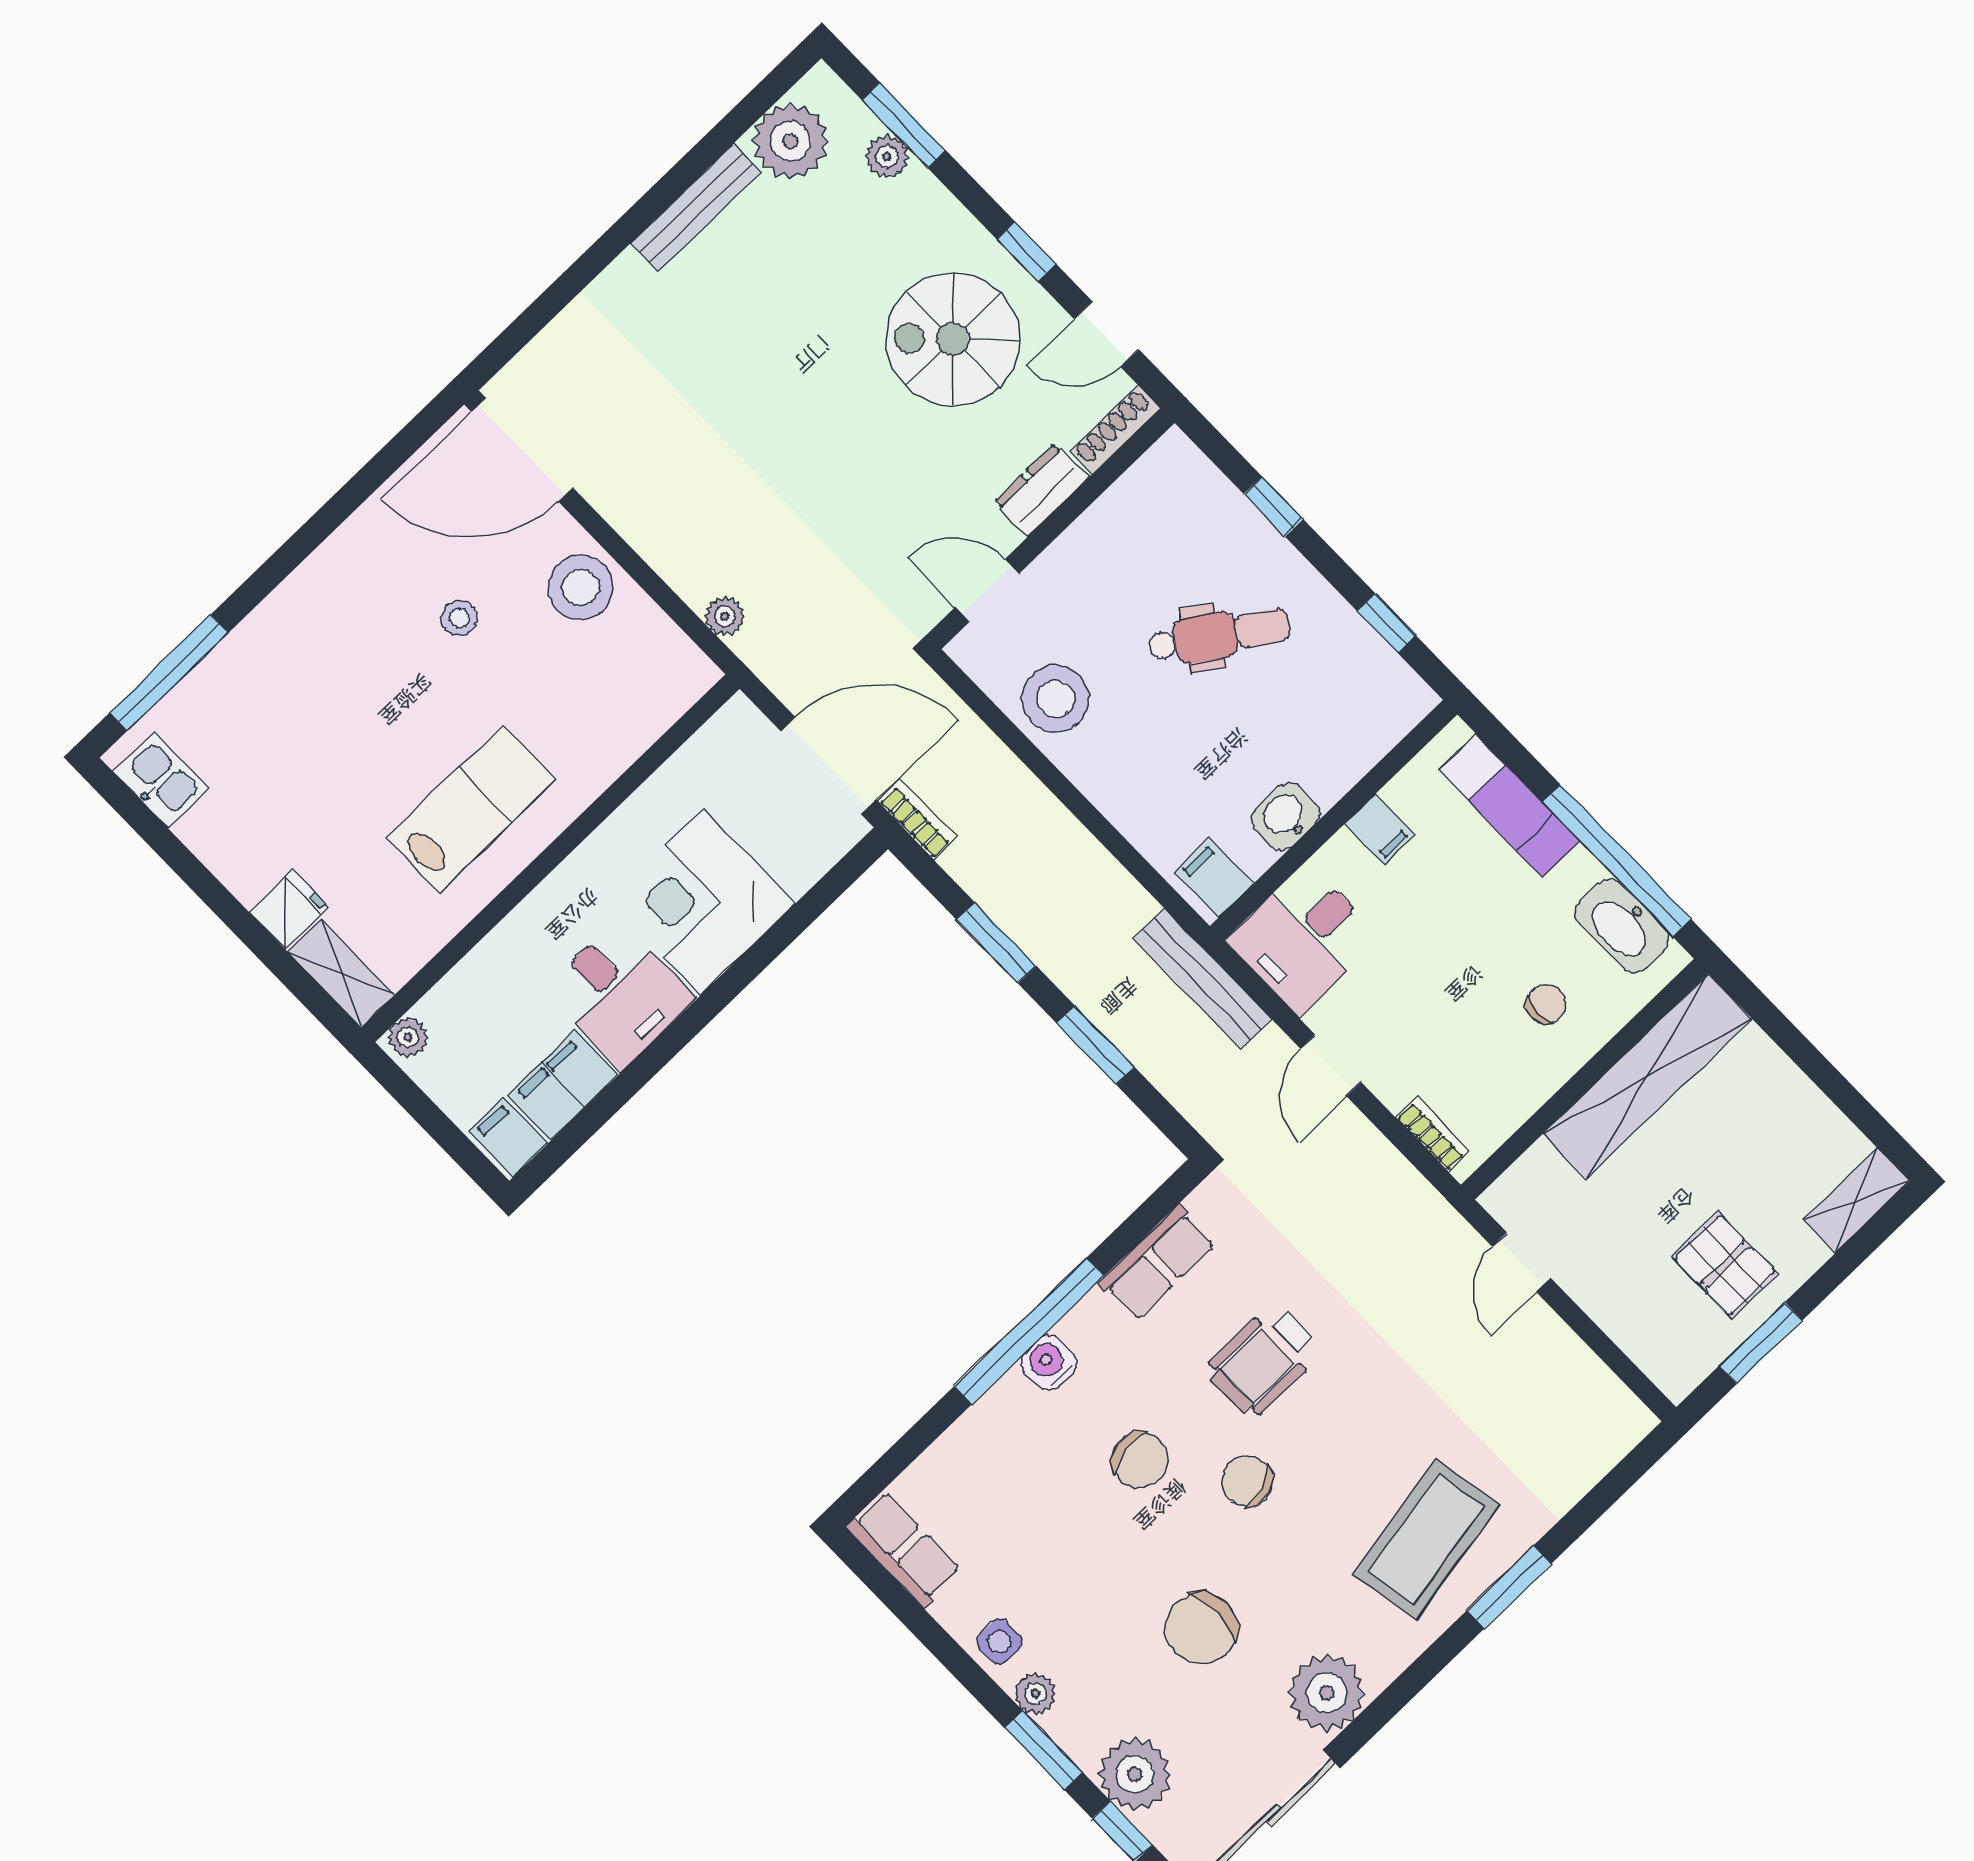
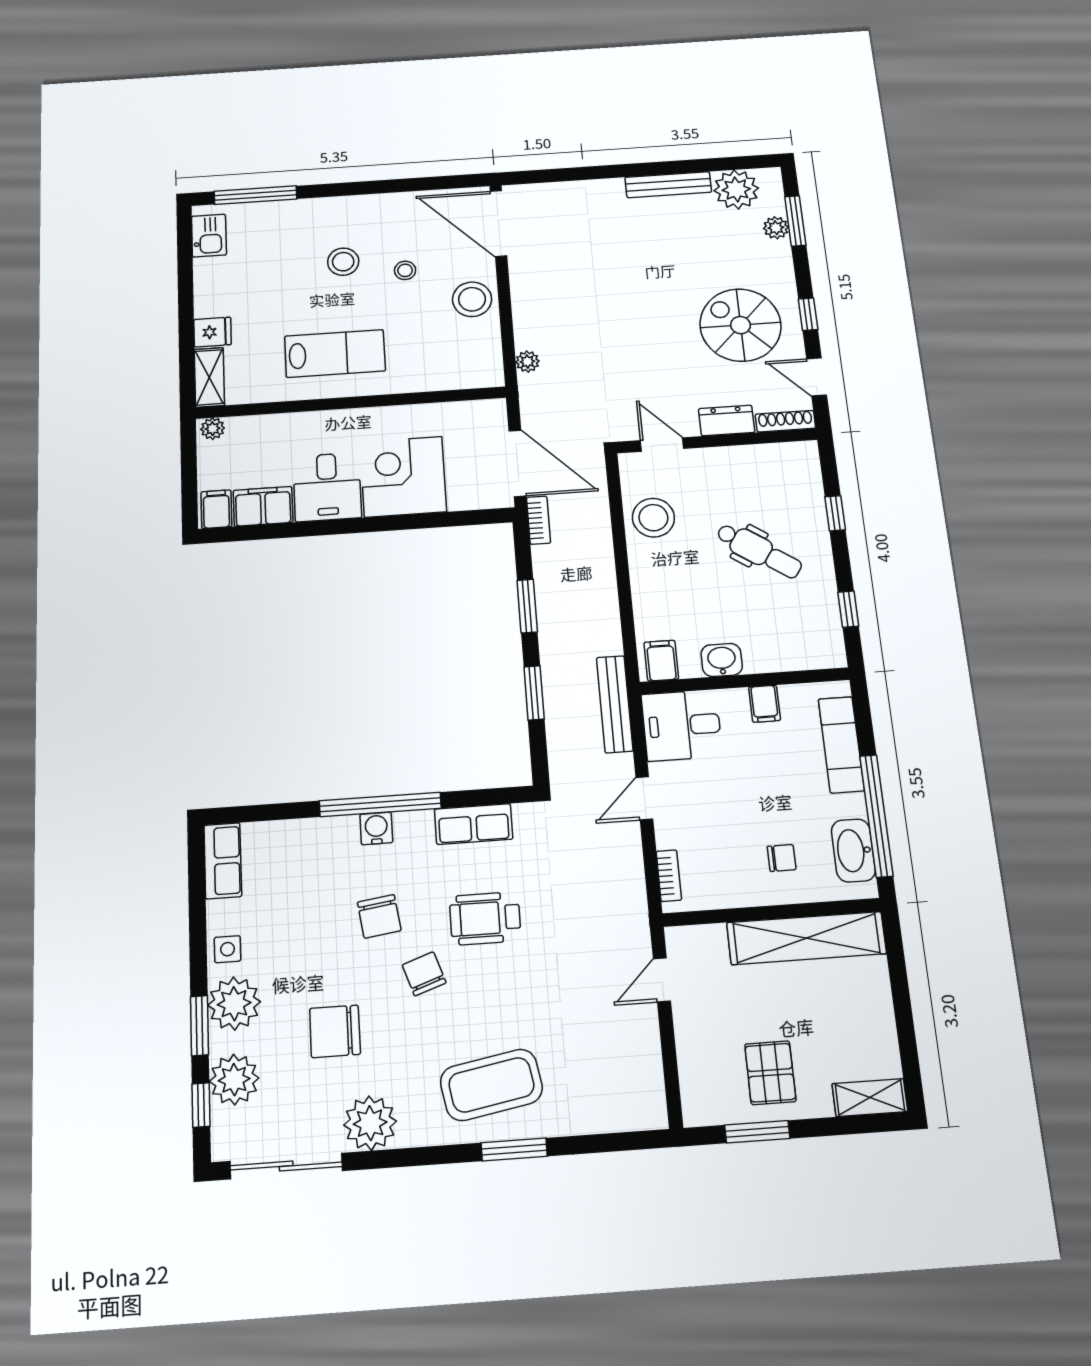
stool: (368, 672) -> (343, 262), added
plant: (1035, 1694) -> (234, 1004), width x1.87, depth x1.87

